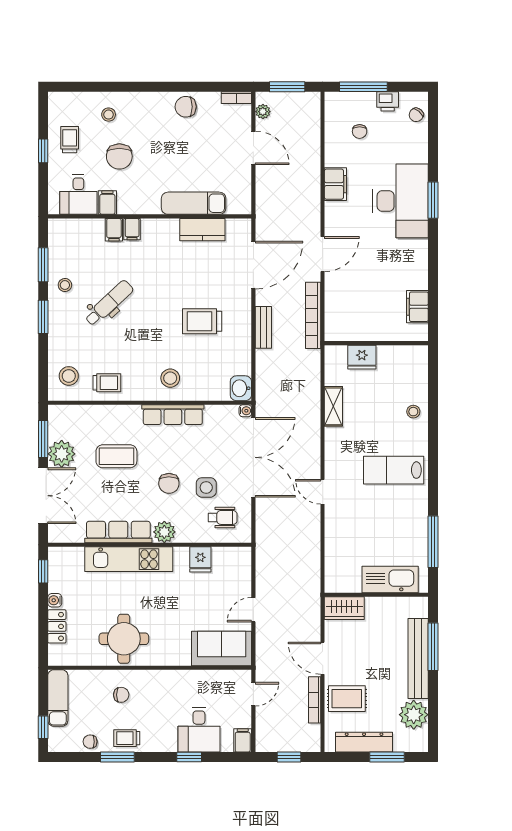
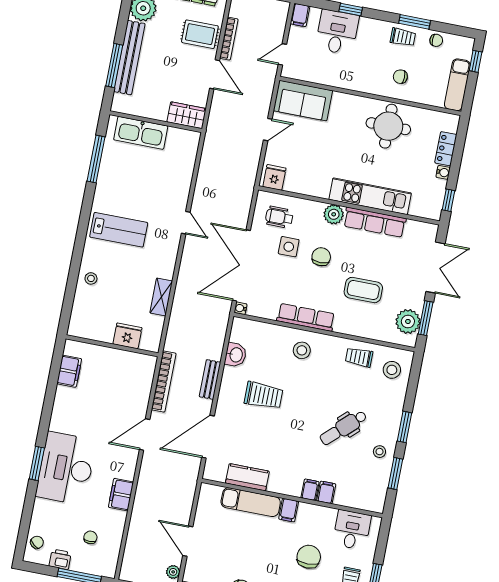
filing cabinet: (107, 203) -> (289, 510), moved
washbasin: (241, 388) -> (236, 355), moved
plant: (62, 454) -> (408, 321), moved
double door: (43, 496) -> (435, 268), swing flipped
fridge: (200, 559) -> (274, 177), moved

